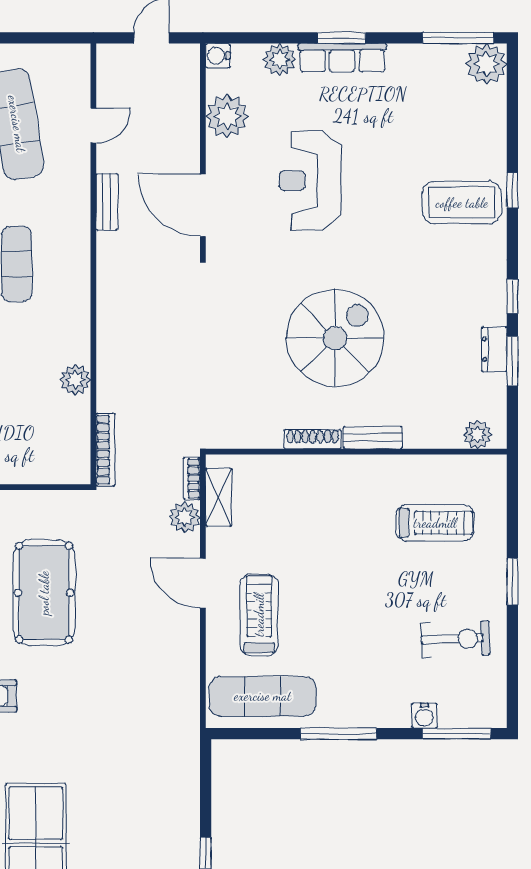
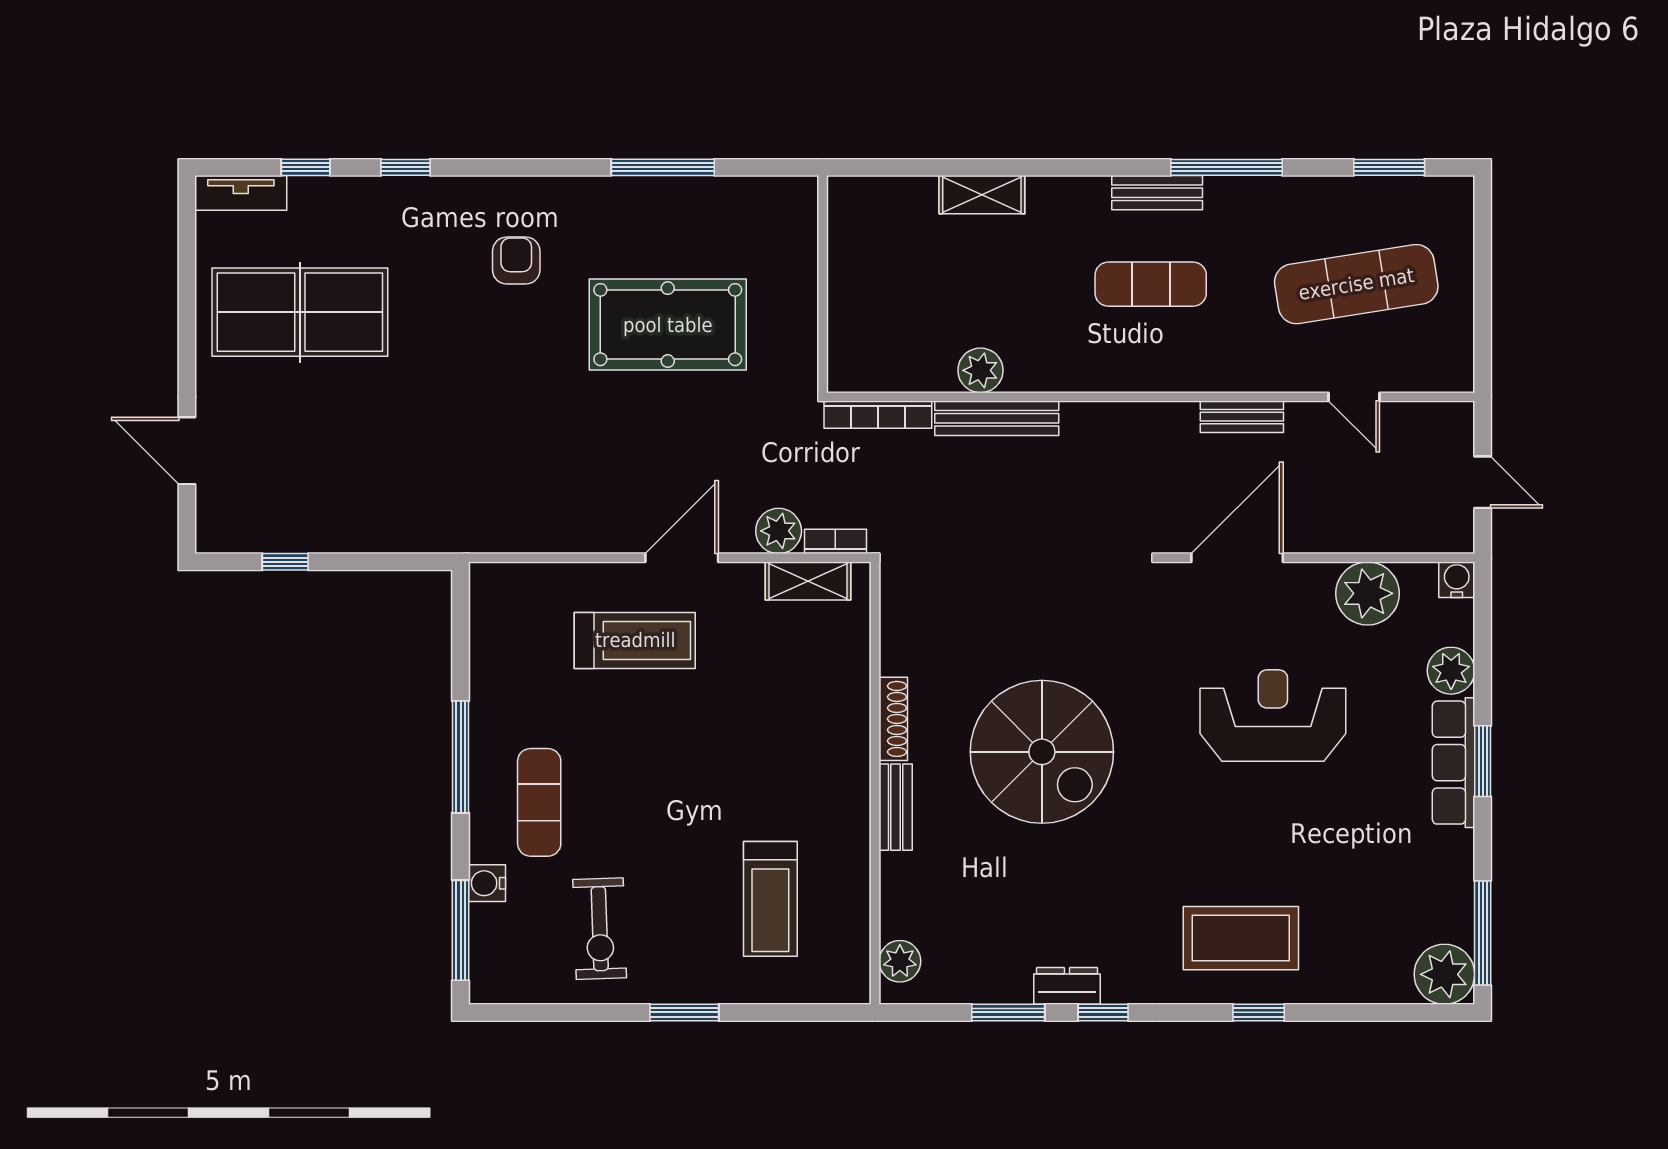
coffee table: (462, 203) -> (1241, 938), turned 90
dresser: (494, 349) -> (1067, 986), moved
bench: (108, 369) -> (997, 418), added
exercise mat: (263, 696) -> (539, 802), moved, width x0.73, depth x0.69

